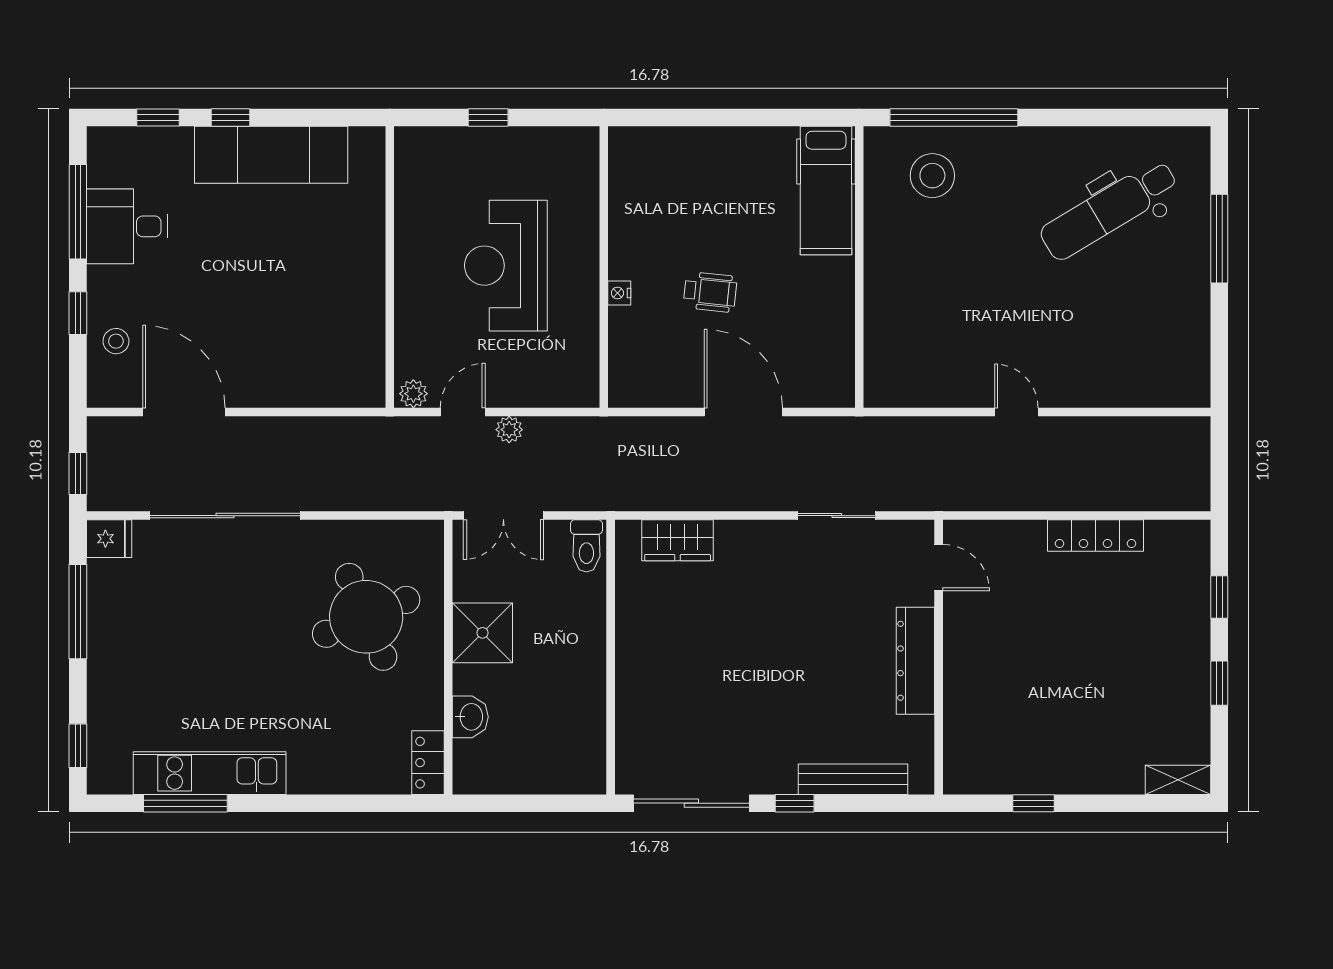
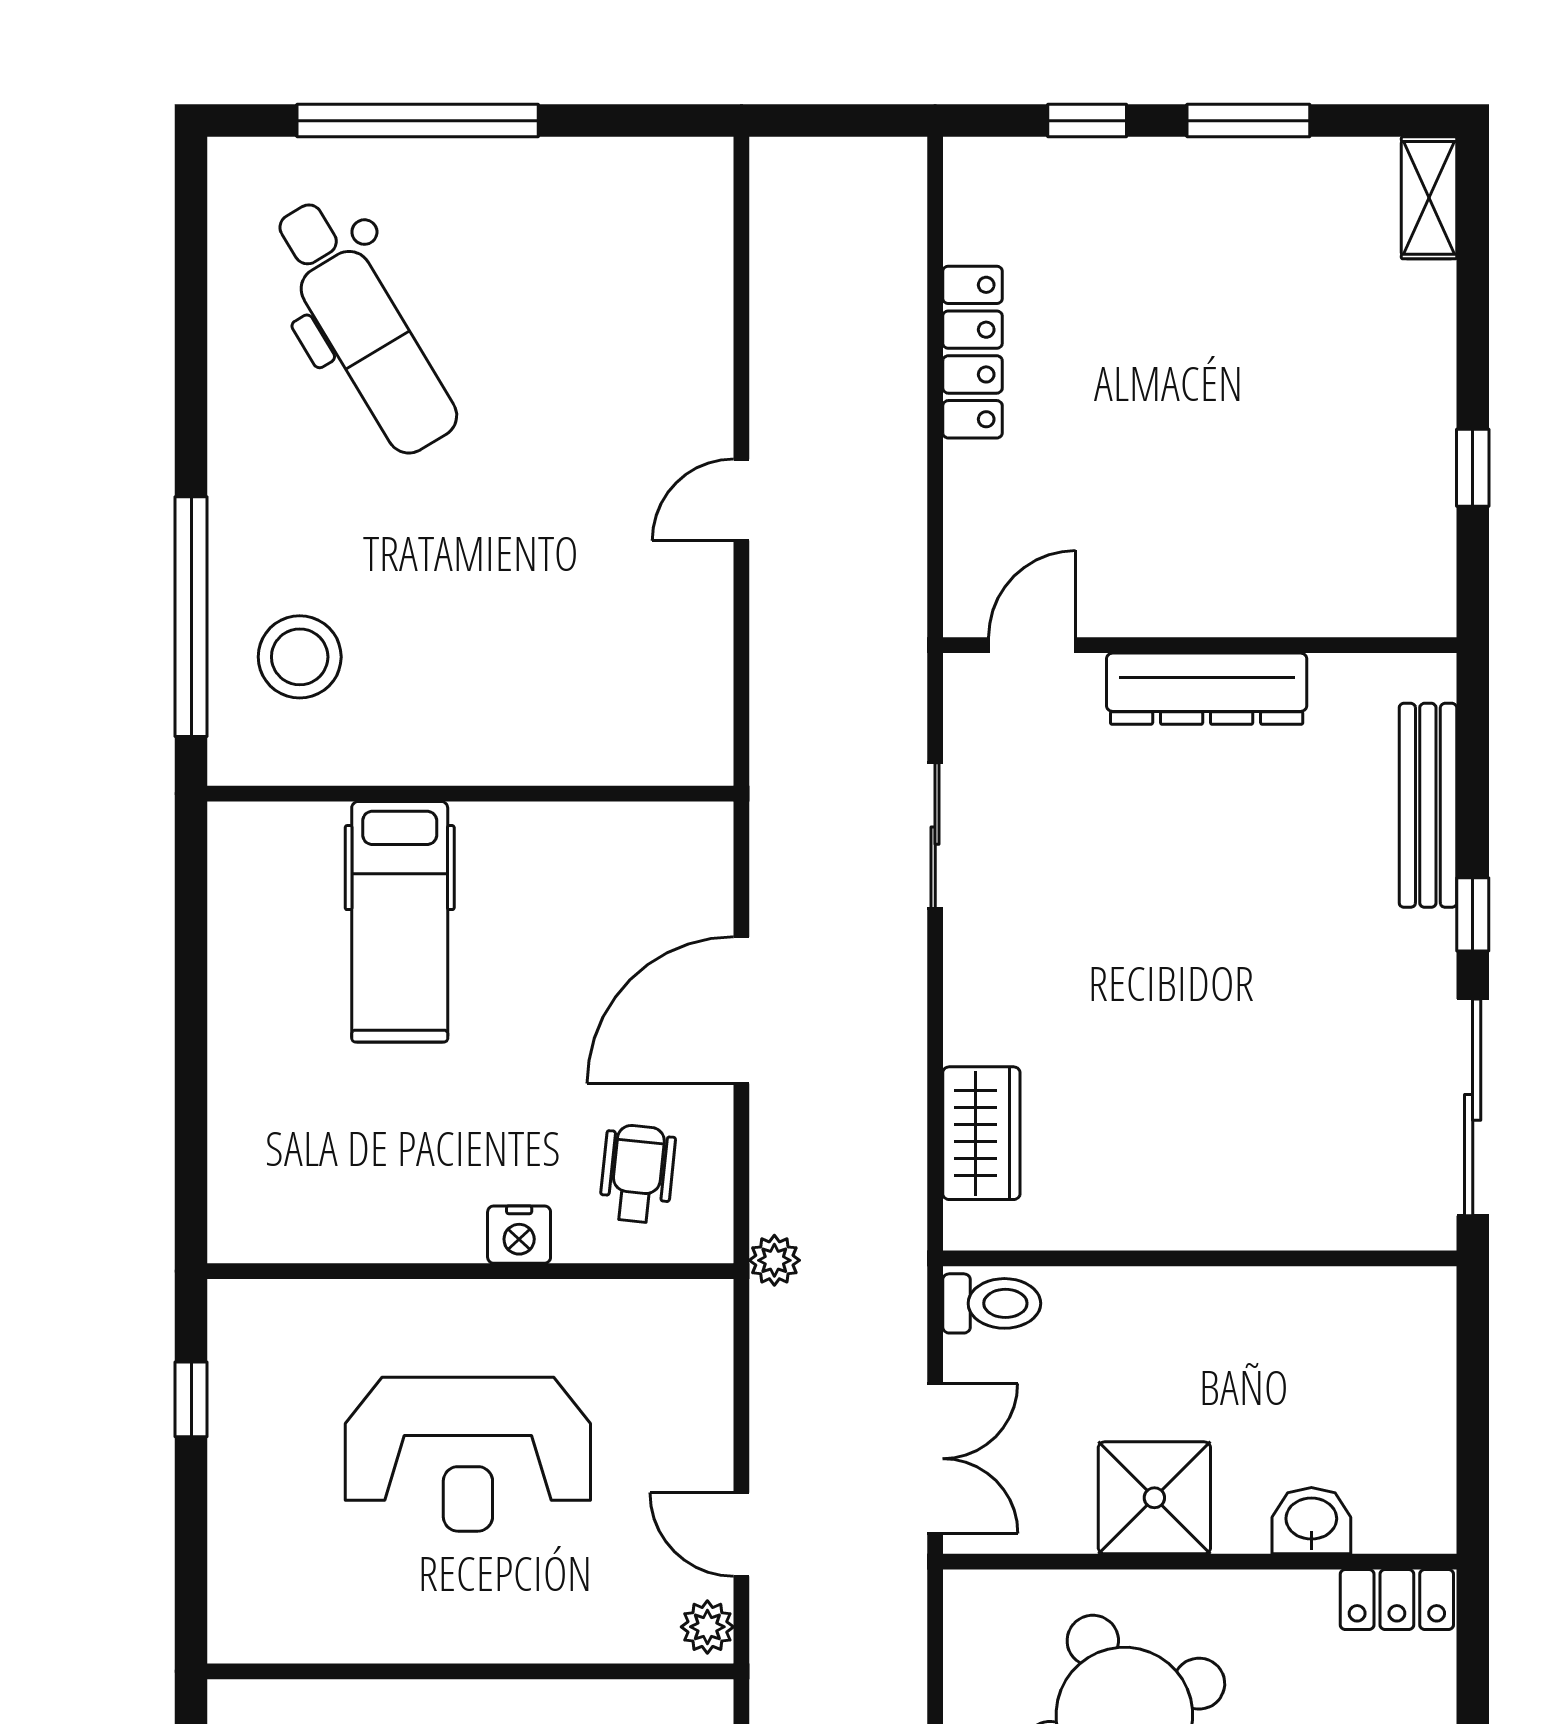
window: (488, 117) -> (191, 1399), moved
hospital bed: (826, 190) -> (400, 922), moved, turned 90
window: (1219, 239) -> (418, 121), width x1.46
wheelchair: (710, 292) -> (637, 1174), moved
nightstand: (619, 293) -> (519, 1235), width x1.39, depth x1.35
plant: (509, 430) -> (774, 1260), moved
window: (1219, 683) -> (1248, 121), width x1.50

